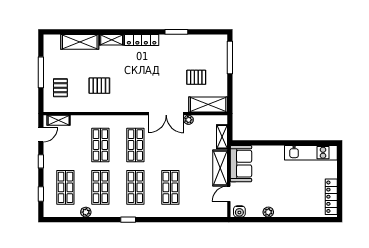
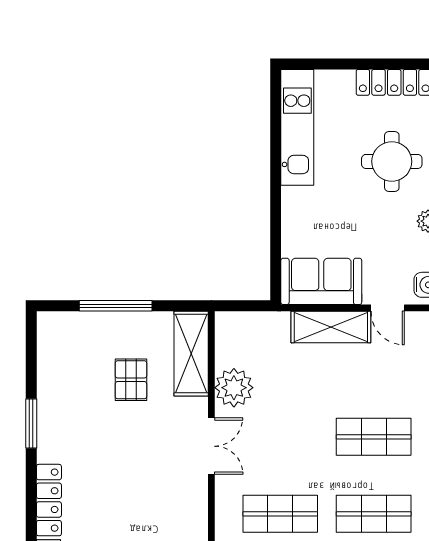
window: (230, 58) -> (116, 306), moved
double door: (166, 114) -> (211, 446), width x0.73
plant: (189, 120) -> (234, 388), width x1.88, depth x1.88
shelving: (222, 137) -> (262, 323), removed
round table: (295, 196) -> (392, 161), added

